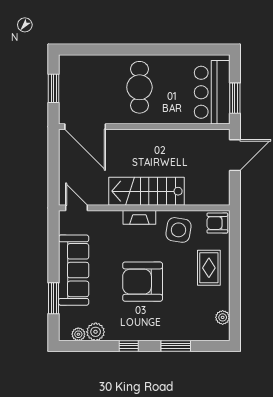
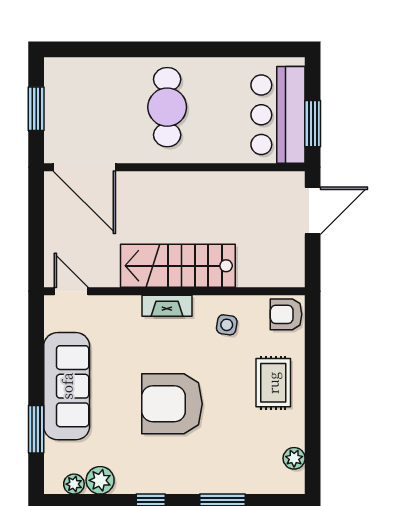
side table: (178, 230) -> (227, 325), width x0.54, depth x0.54

